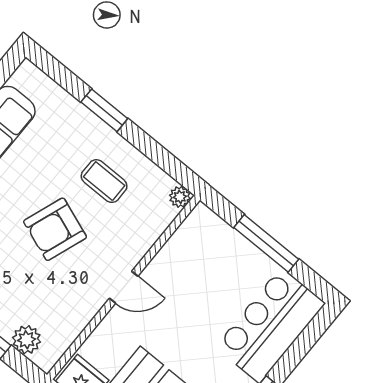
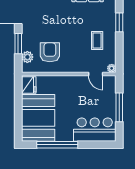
armchair: (55, 229) -> (50, 52), moved, turned 70
door: (124, 287) -> (96, 74), moved

